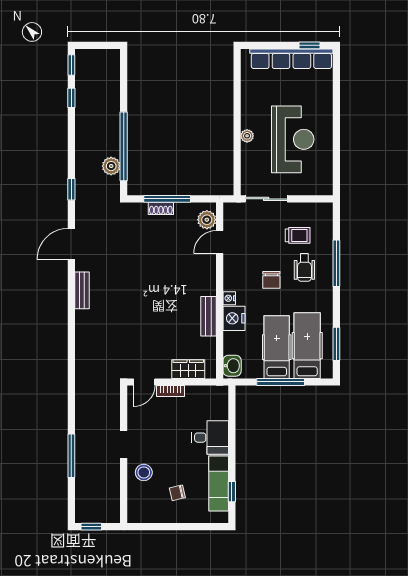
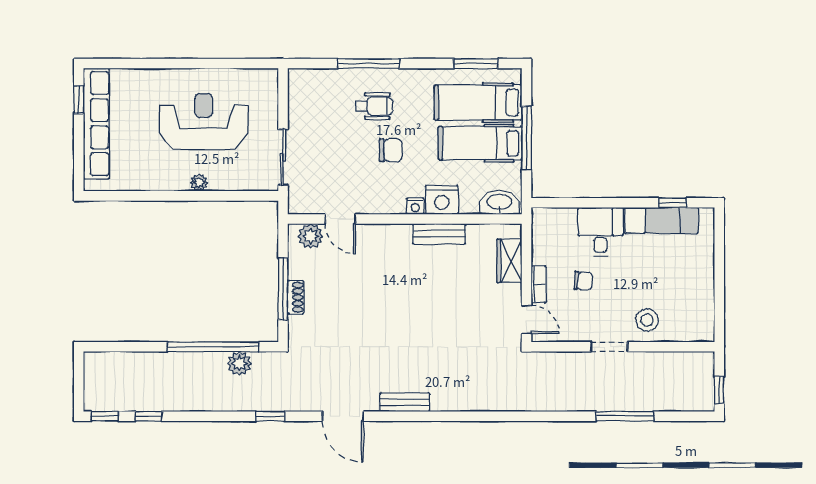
trolley: (298, 235) -> (332, 115), removed
washbasin: (232, 366) -> (499, 203), width x1.38
chair: (177, 493) -> (583, 281), moved, turned -73

